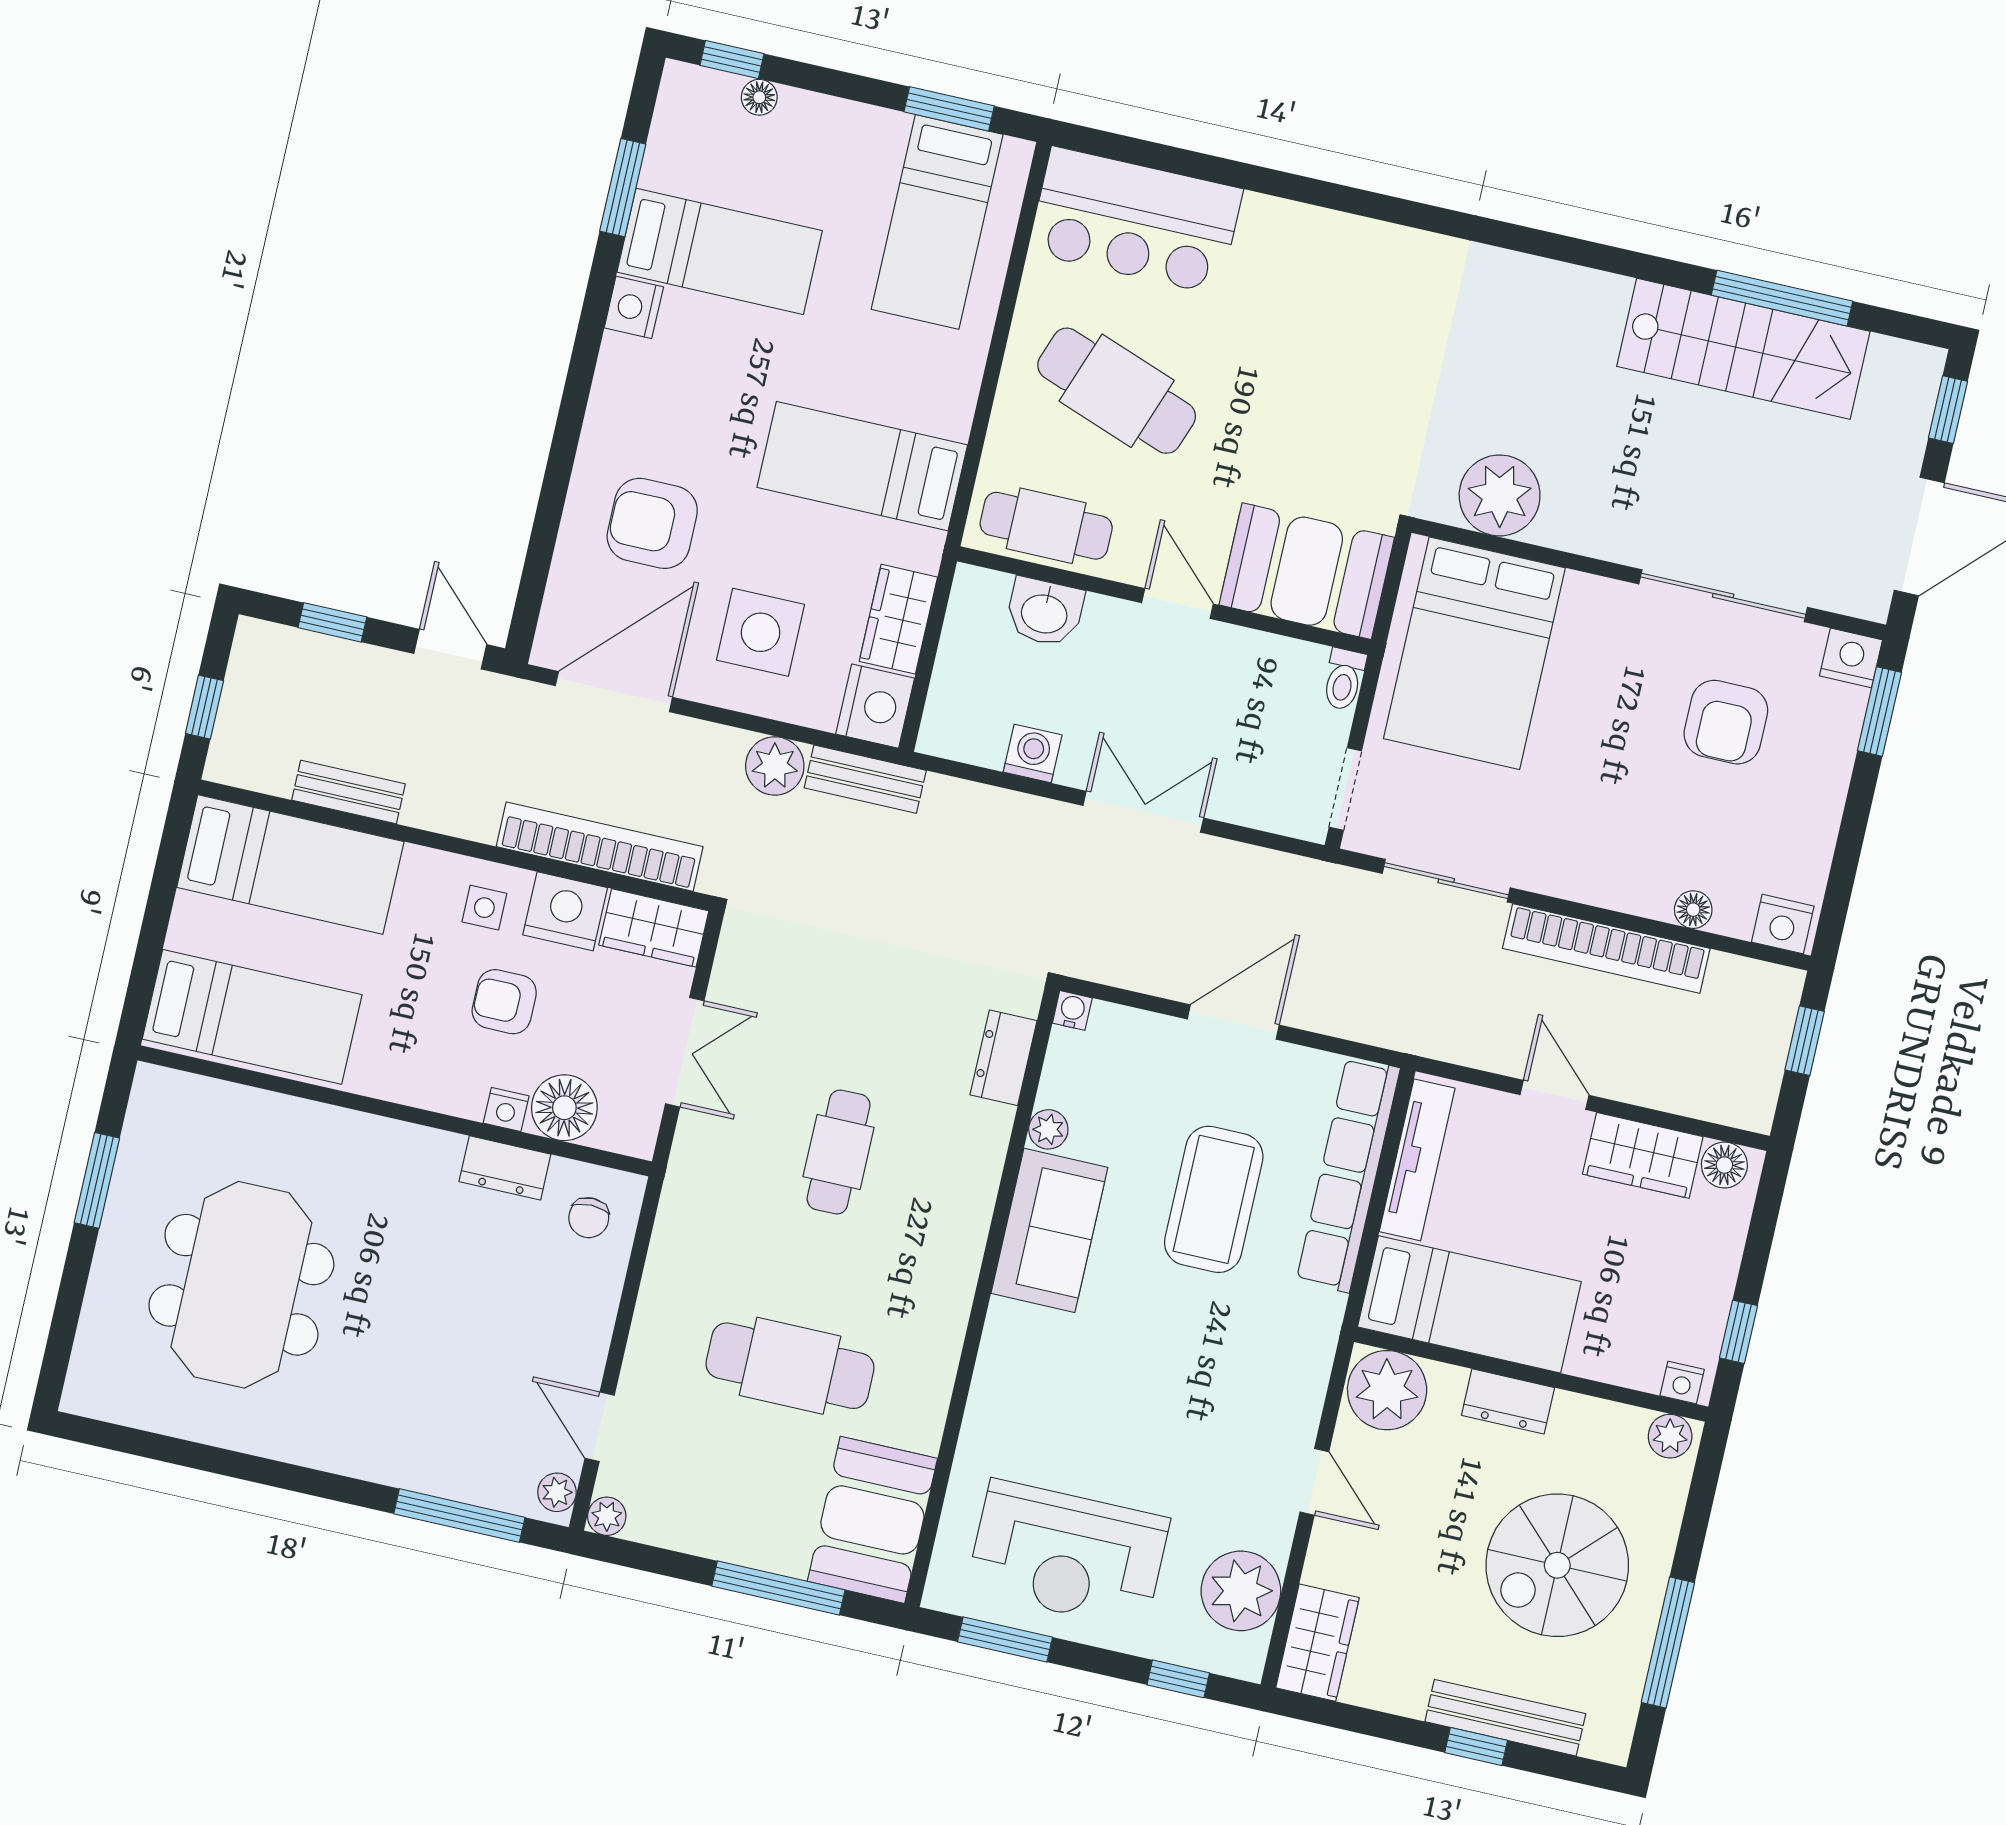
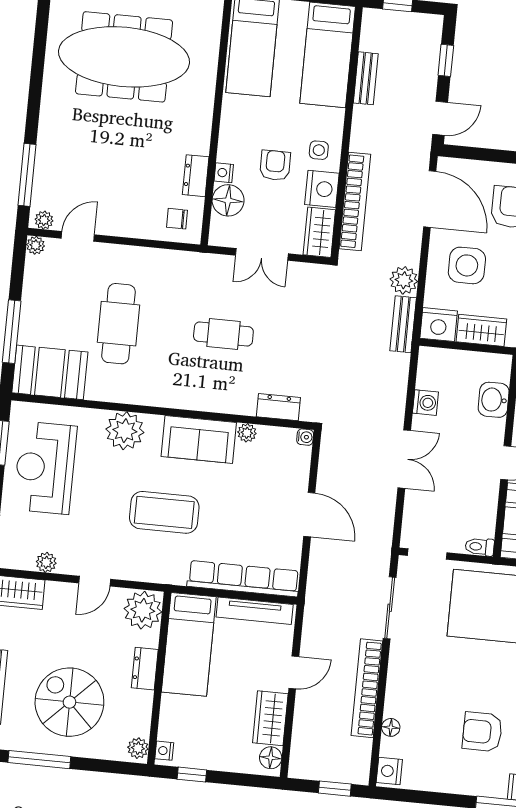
coffee table: (1214, 1199) -> (164, 512), moved
meeting table: (241, 1285) -> (124, 57), width x1.36
plant: (1012, 1380) -> (125, 431), added
plant: (1241, 1591) -> (46, 562), width x0.53, depth x0.53

